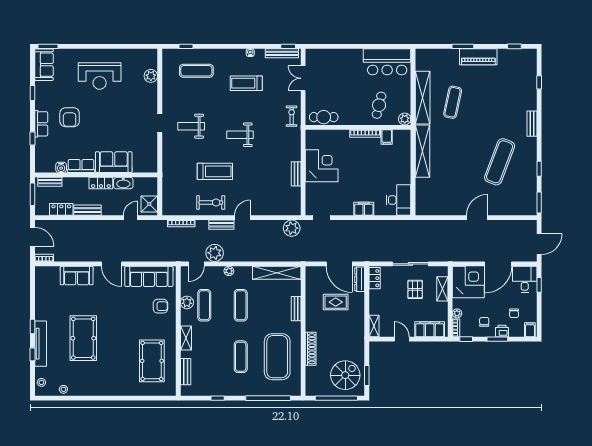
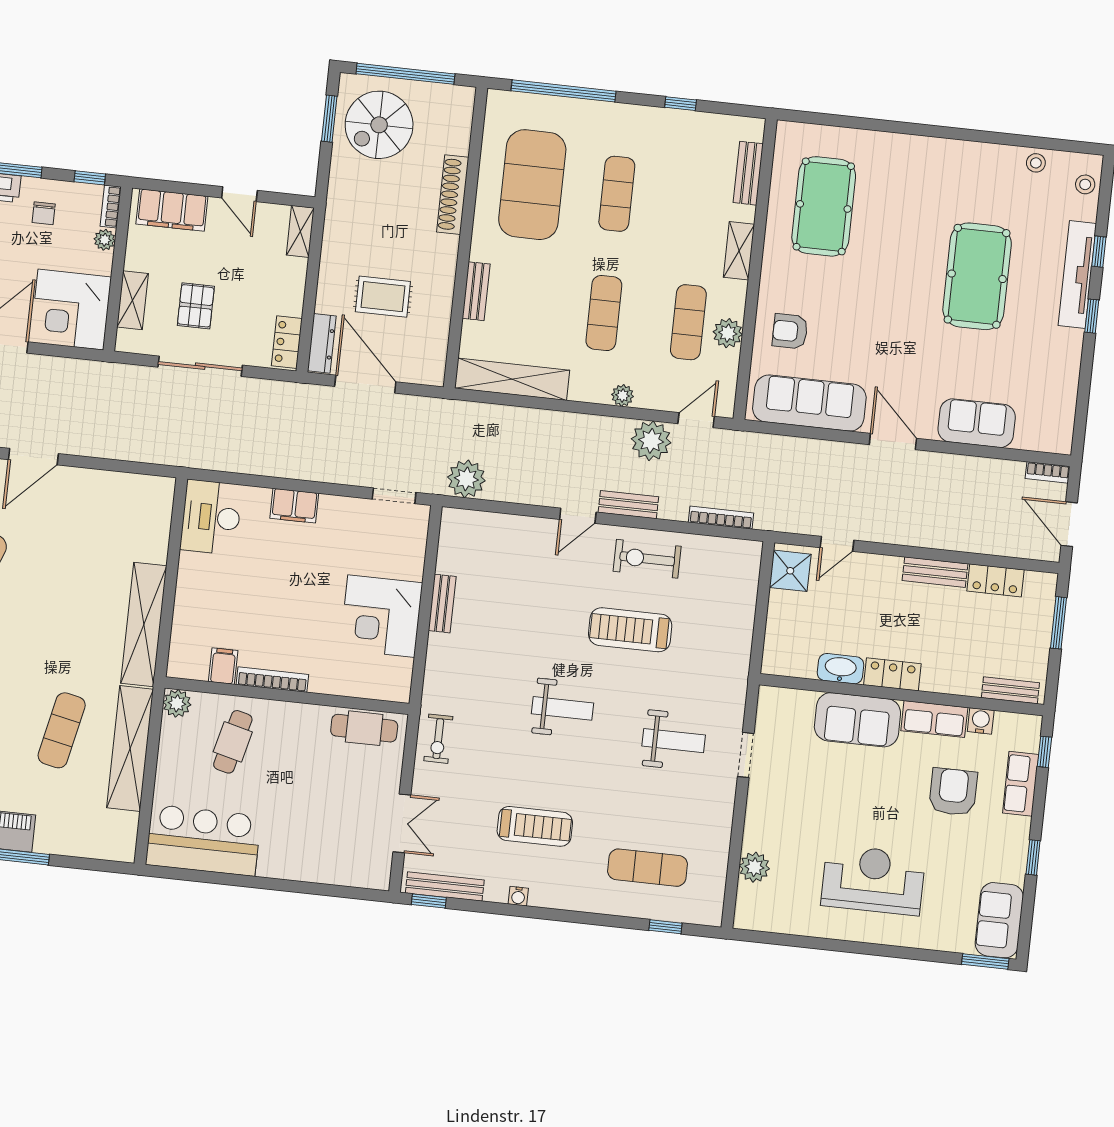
sofa: (114, 162) -> (857, 720), moved
row of seats: (81, 166) -> (934, 719), moved
water cooler: (61, 167) -> (981, 721), moved
wall: (96, 175) -> (902, 695), moved
bench: (50, 182) -> (1010, 690), moved
locker: (101, 183) -> (892, 674), moved
washbasin: (123, 183) -> (841, 669), moved

